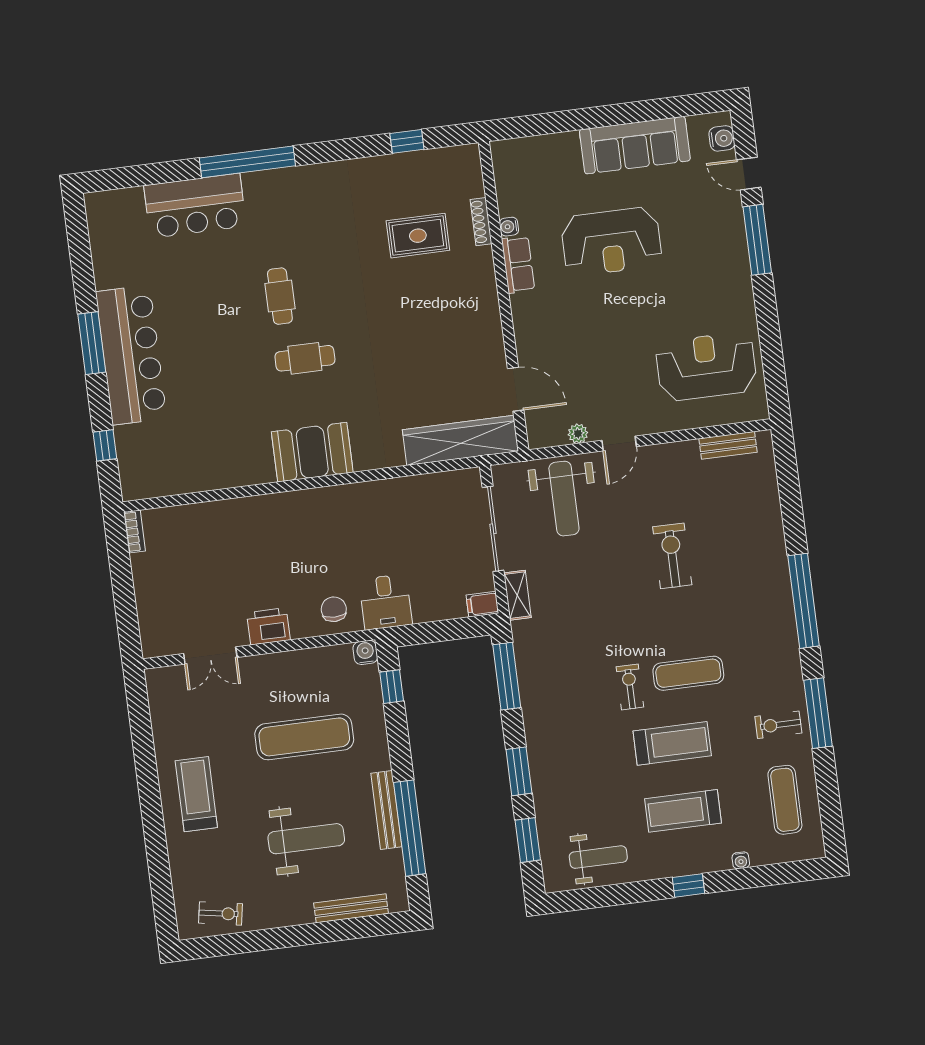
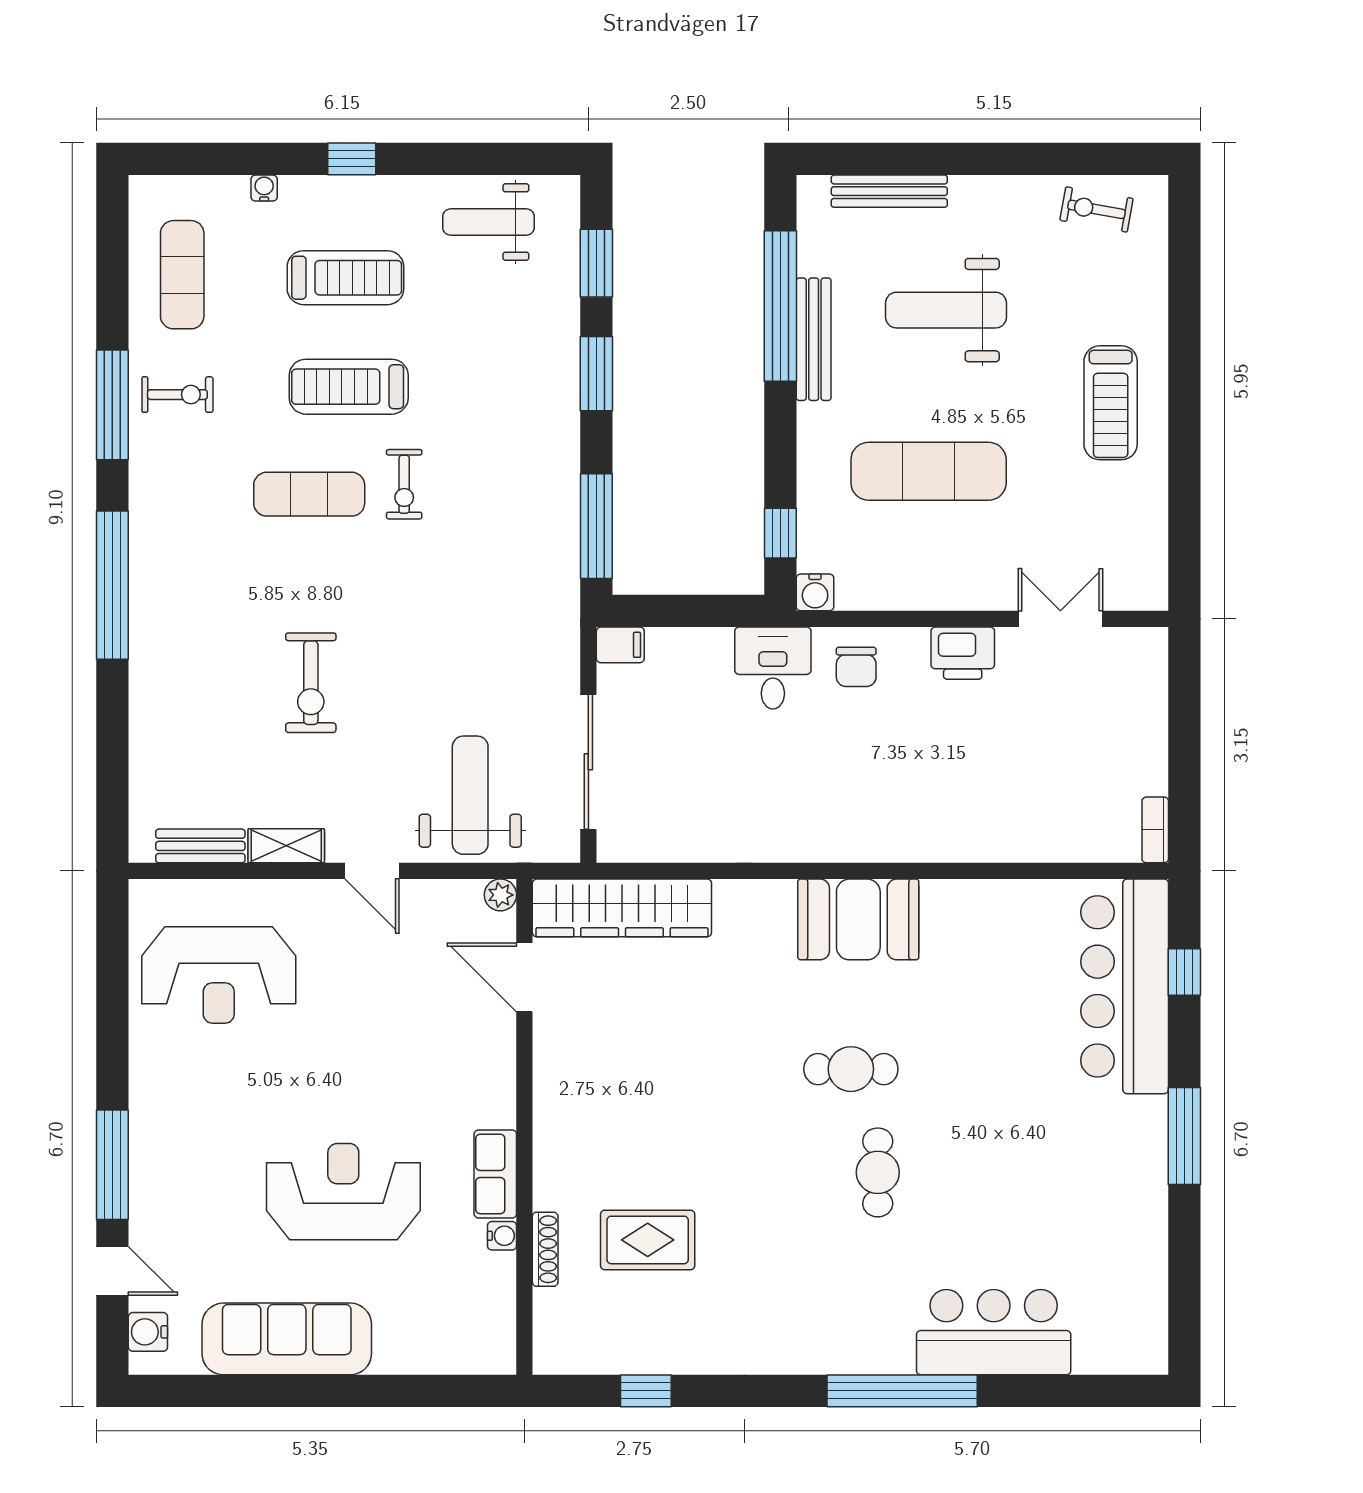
bar counter: (131, 355) -> (1125, 986), moved
plant: (578, 434) -> (500, 895), moved
door: (619, 444) -> (372, 871), swing flipped
shelving: (517, 595) -> (286, 846), moved, turned 90

